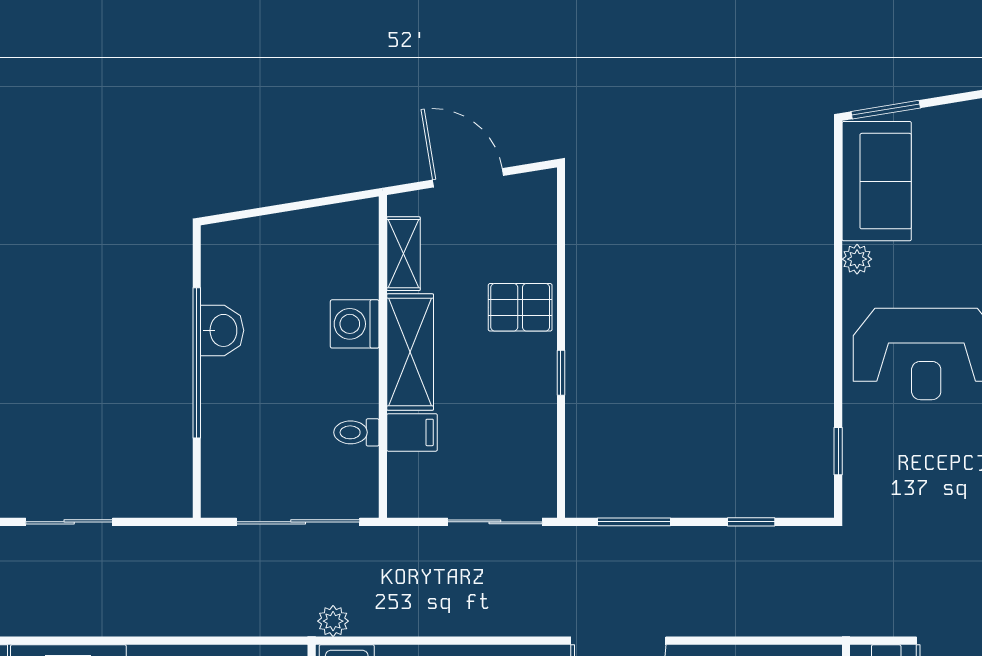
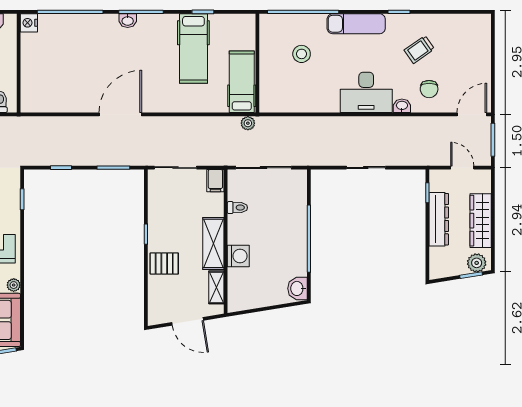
washbasin: (222, 330) -> (297, 288), moved
filing cabinet: (412, 432) -> (215, 181), moved, turned -90

